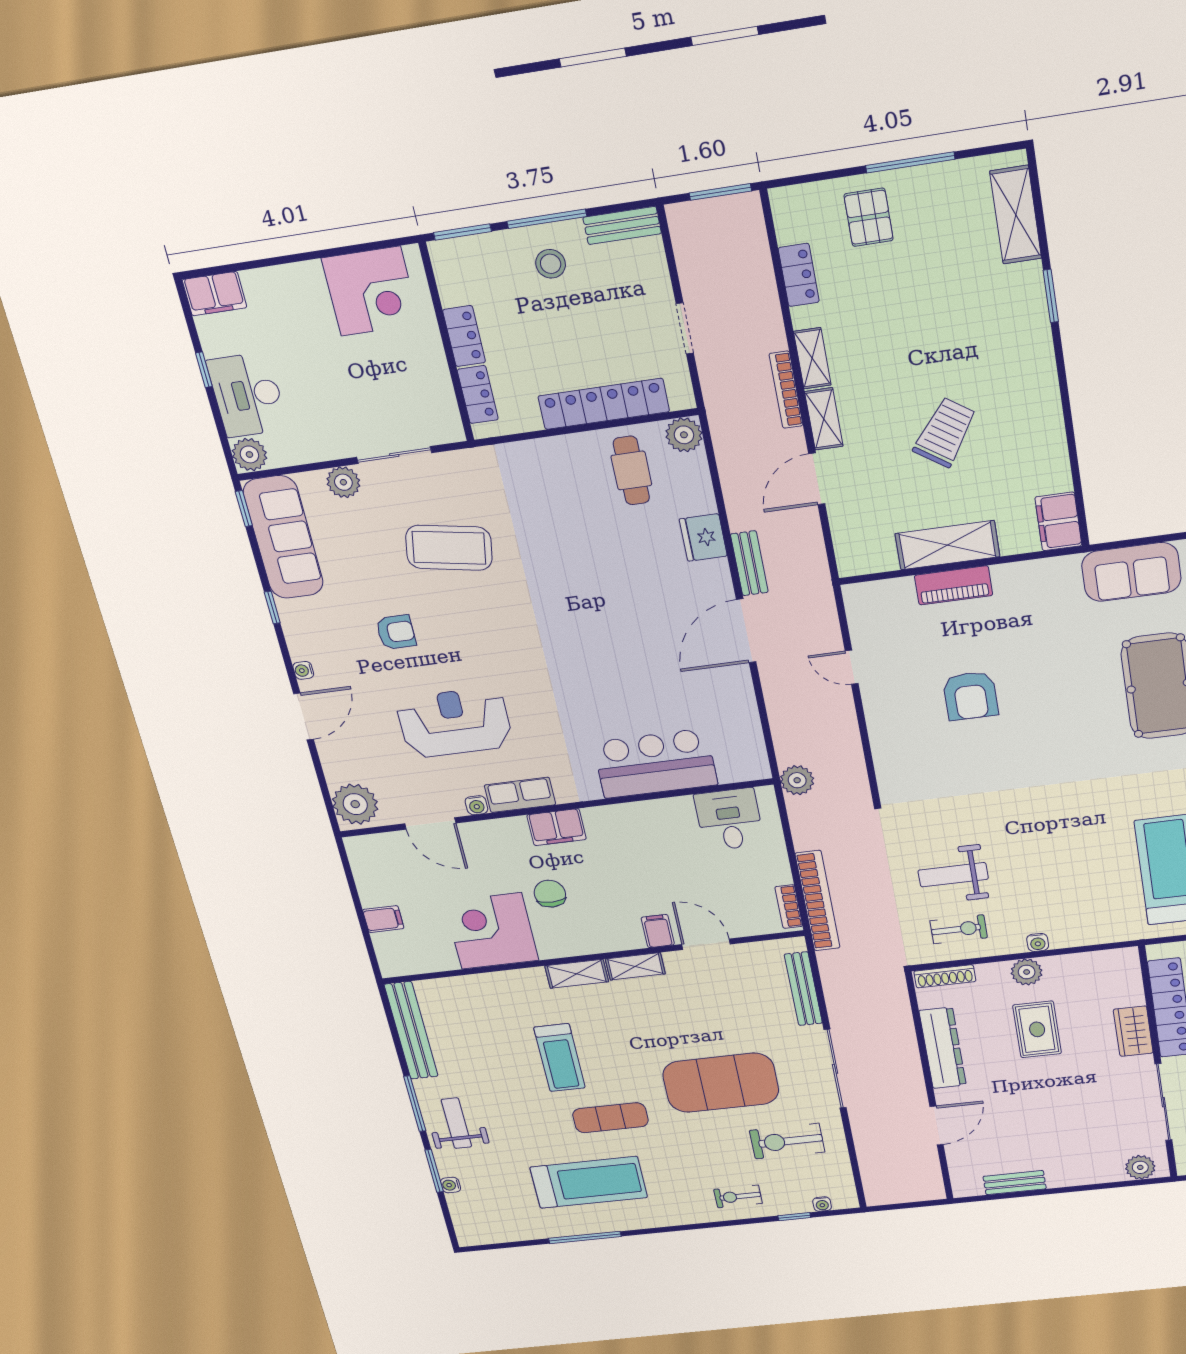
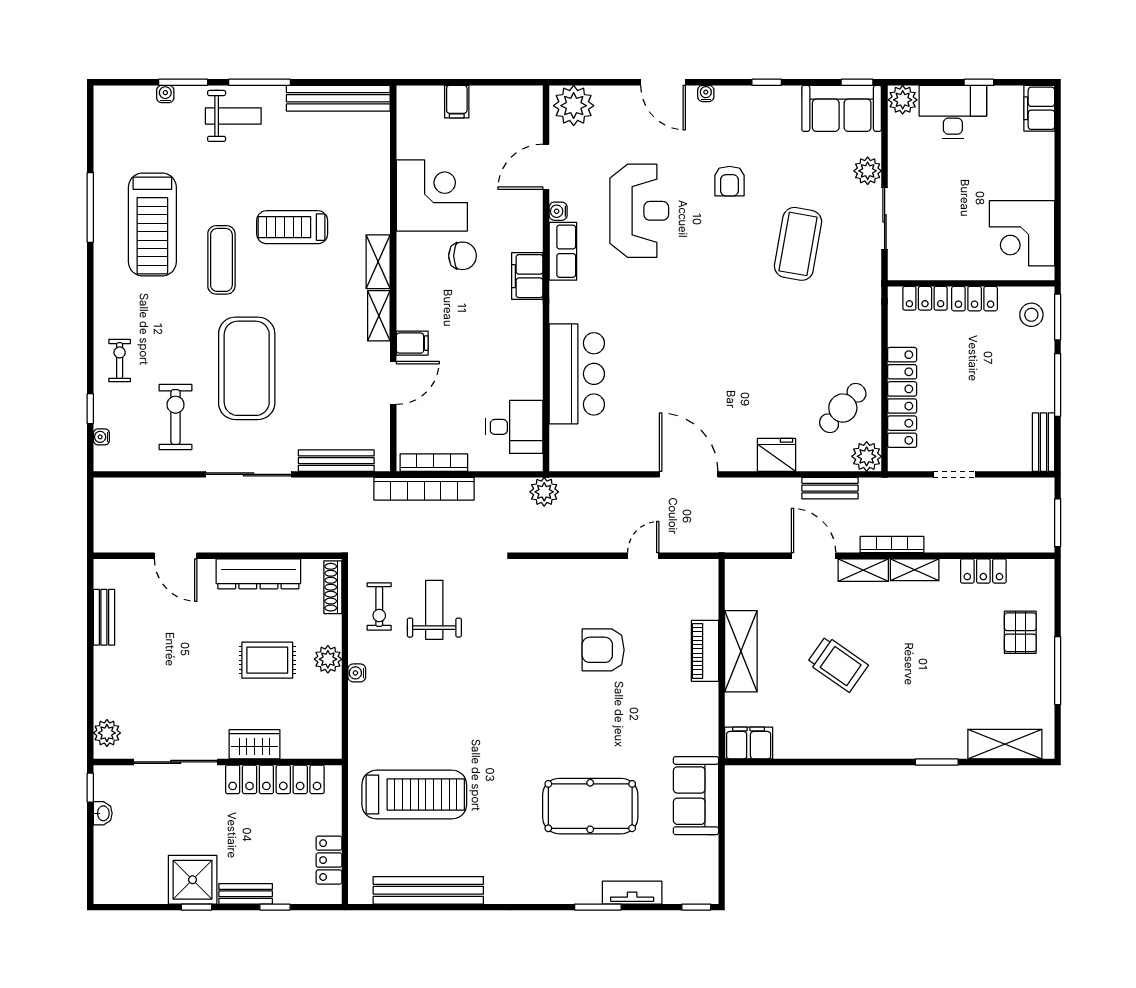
pallet: (869, 217) -> (1020, 632), turned 90
stool: (551, 264) -> (1031, 315), moved
cafe table: (631, 470) -> (843, 408), turned -48
sofa: (283, 537) -> (842, 108), width x0.73
bench: (749, 563) -> (830, 488), moved
bookcase: (789, 907) -> (434, 463), width x1.56

